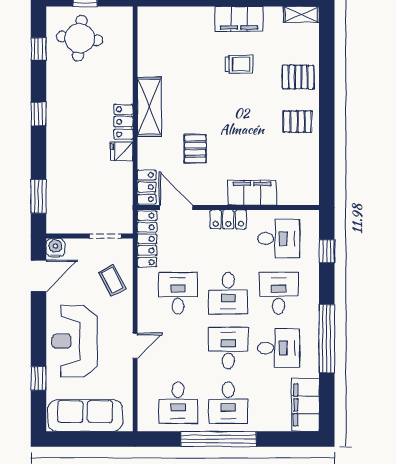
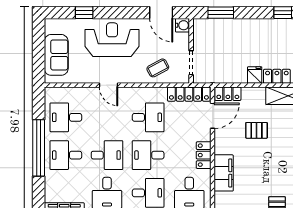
sofa: (85, 416) -> (56, 55), width x0.73

